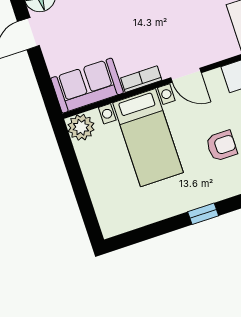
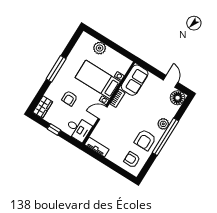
plant: (81, 127) -> (100, 48), moved
window: (203, 214) -> (56, 69), width x2.17

